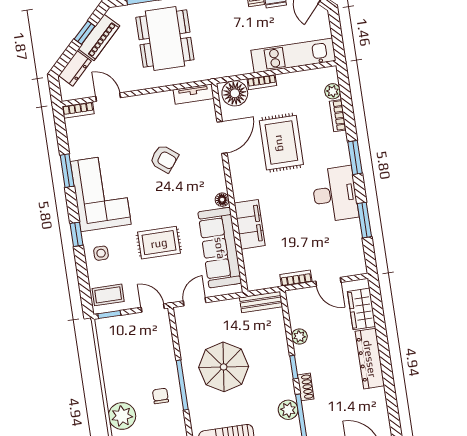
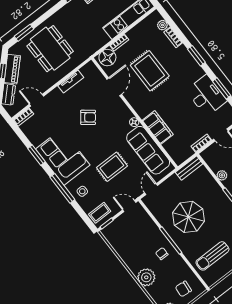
tv unit: (194, 94) -> (71, 82), moved
desk: (335, 194) -> (206, 96), moved
window: (77, 234) -> (62, 188), width x2.17

